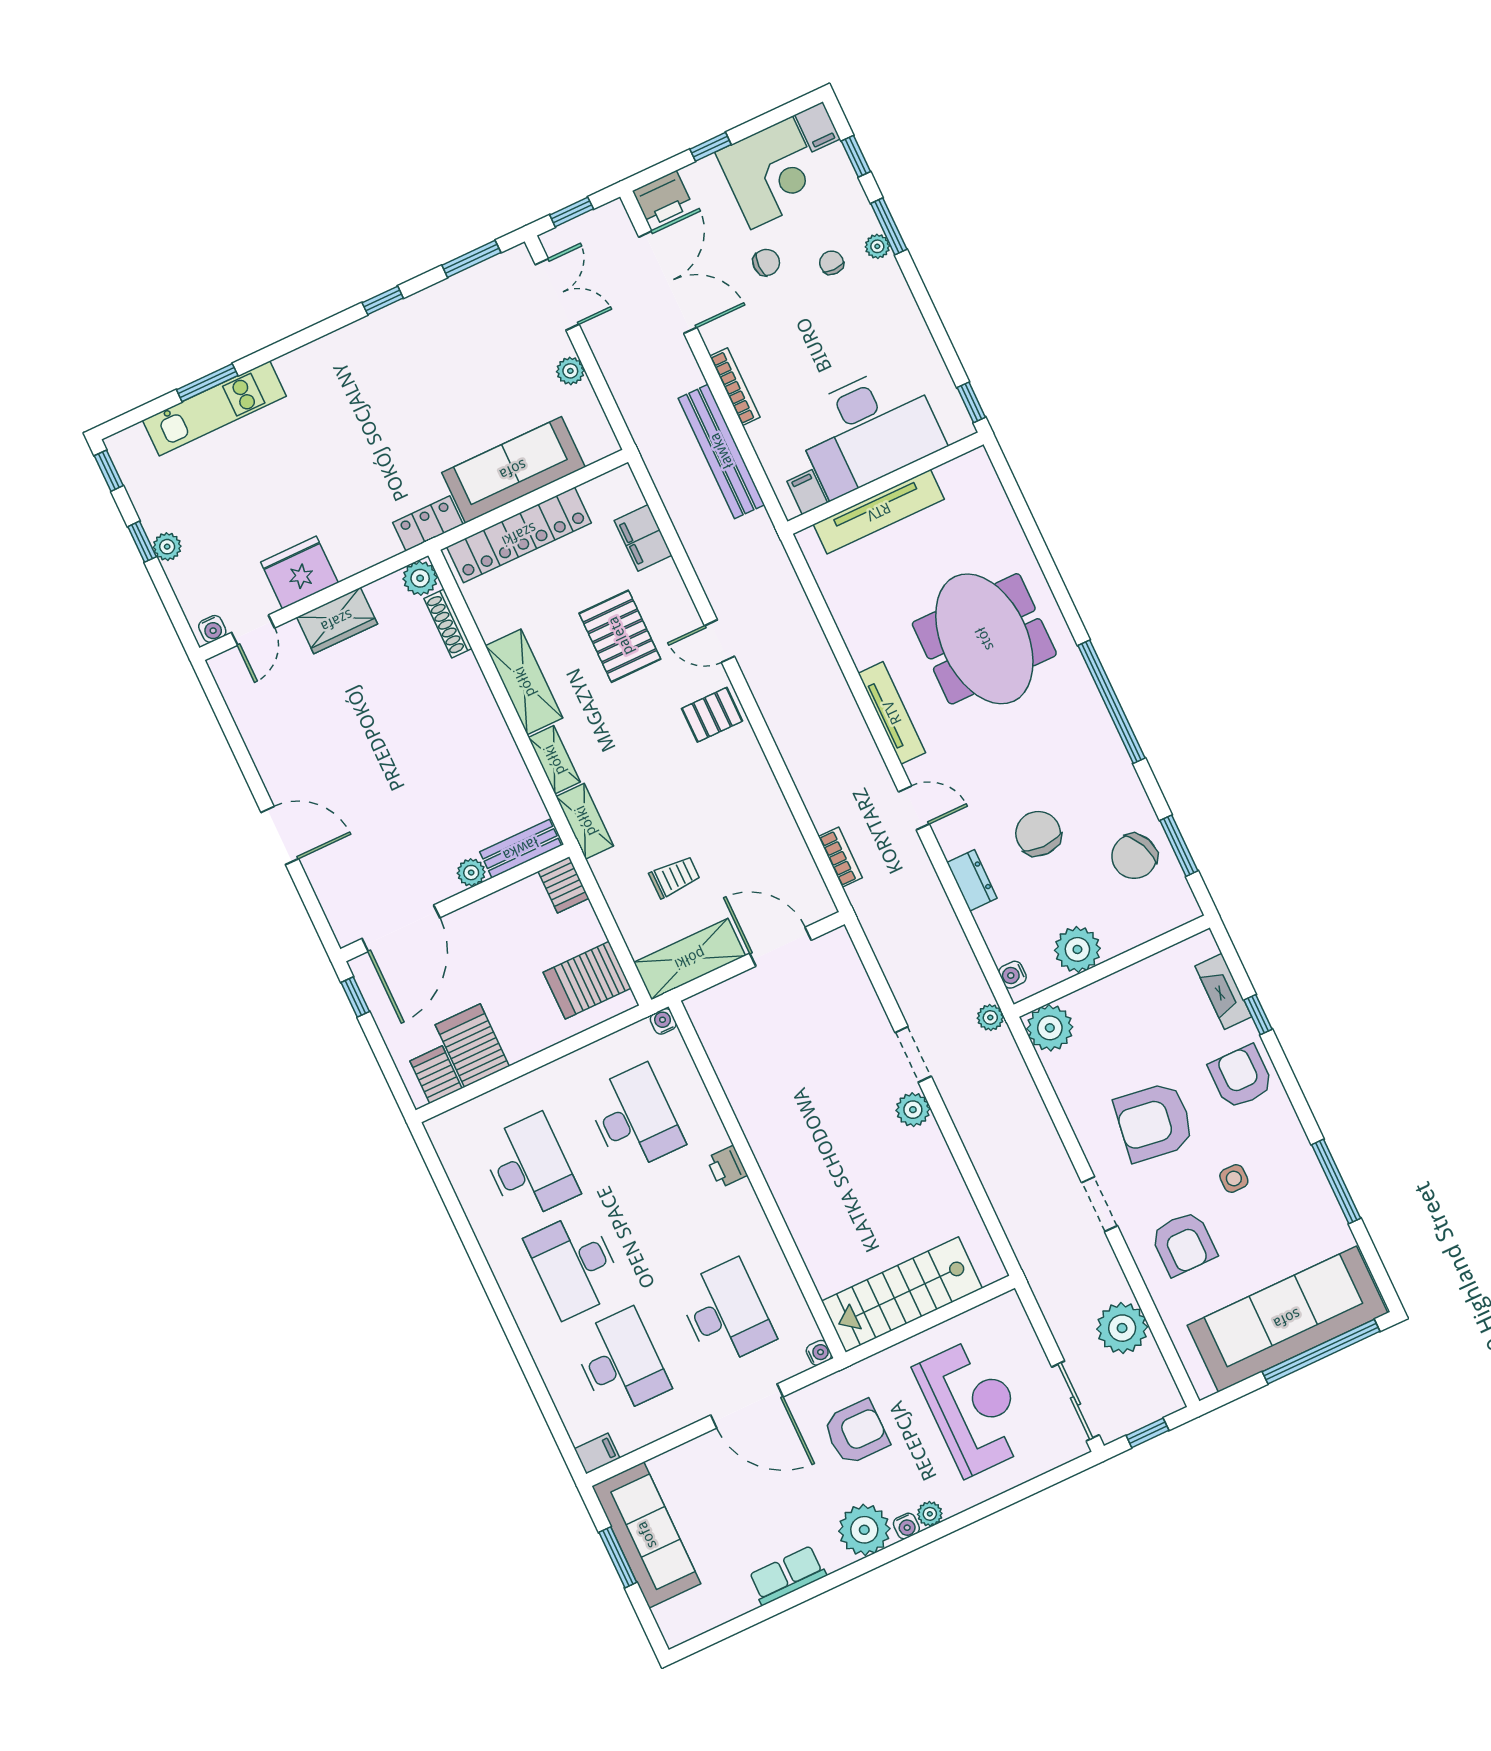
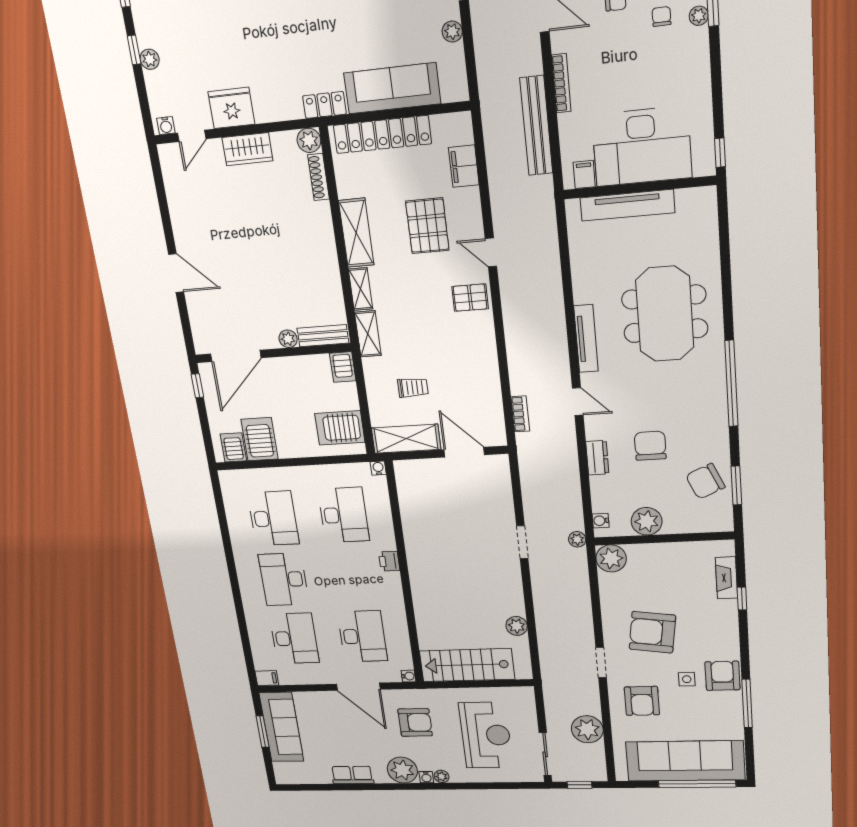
armchair: (1241, 1077) -> (722, 676), moved
plant: (913, 1110) -> (517, 626), moved

